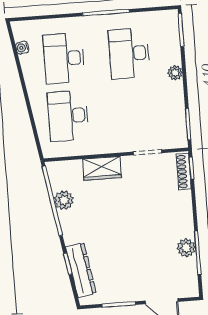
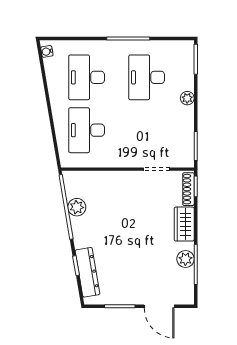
water cooler: (22, 48) -> (47, 51), moved
wardrobe: (102, 168) -> (184, 224), moved, turned 90

